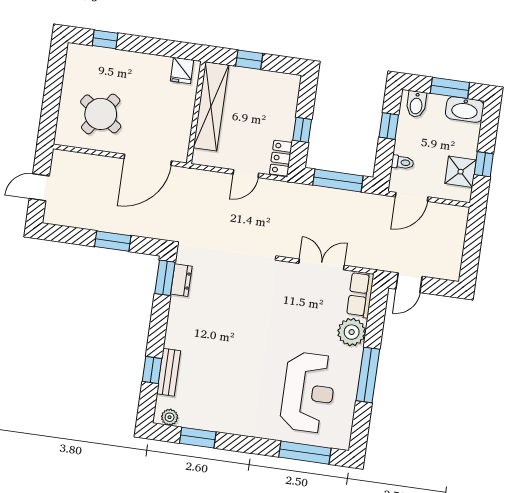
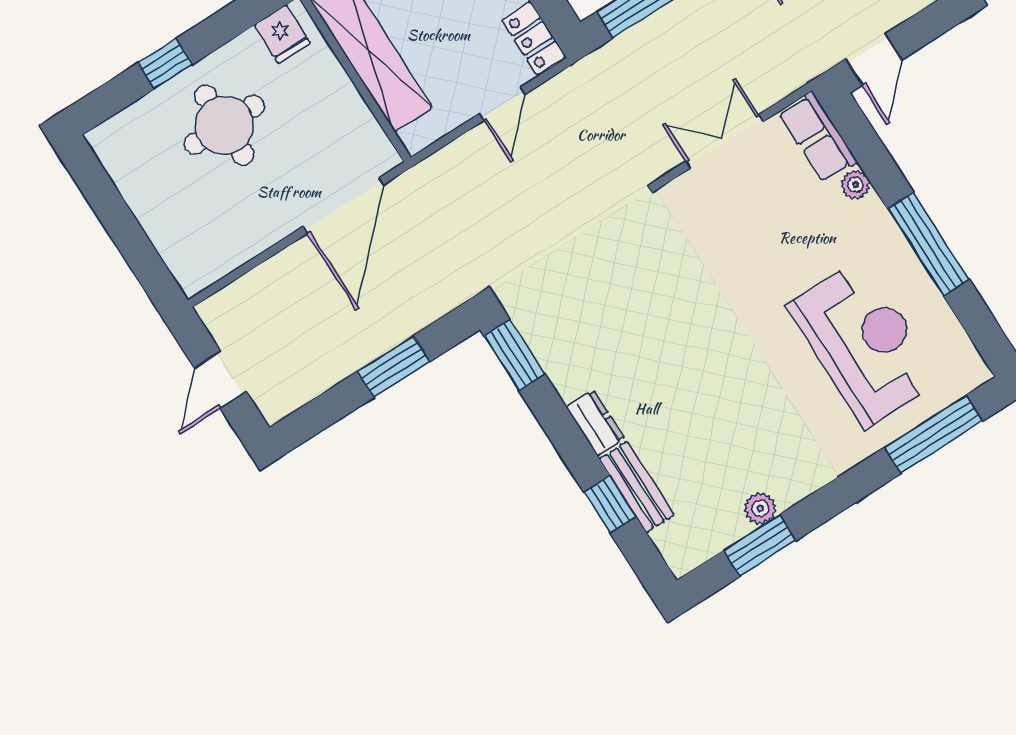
window: (105, 39) -> (165, 64), moved
round table: (101, 114) -> (224, 125), moved, turned -35
dresser: (181, 280) -> (595, 423), moved
plant: (352, 332) -> (855, 185), width x0.53, depth x0.53
plant: (170, 417) -> (760, 508), moved

